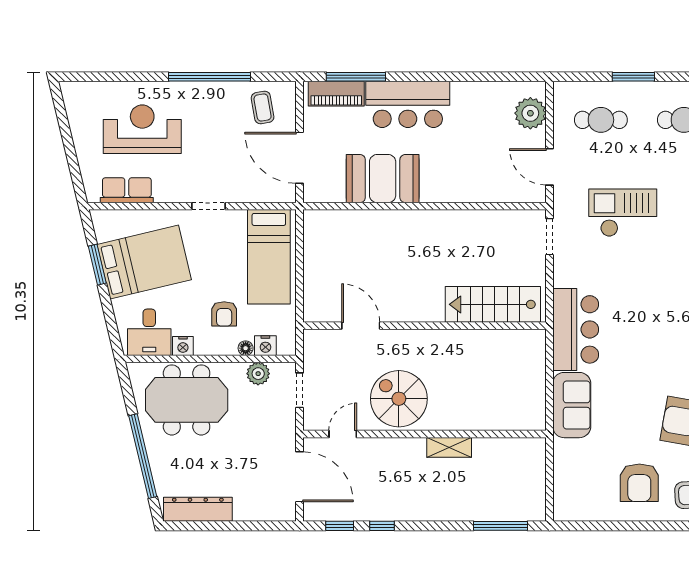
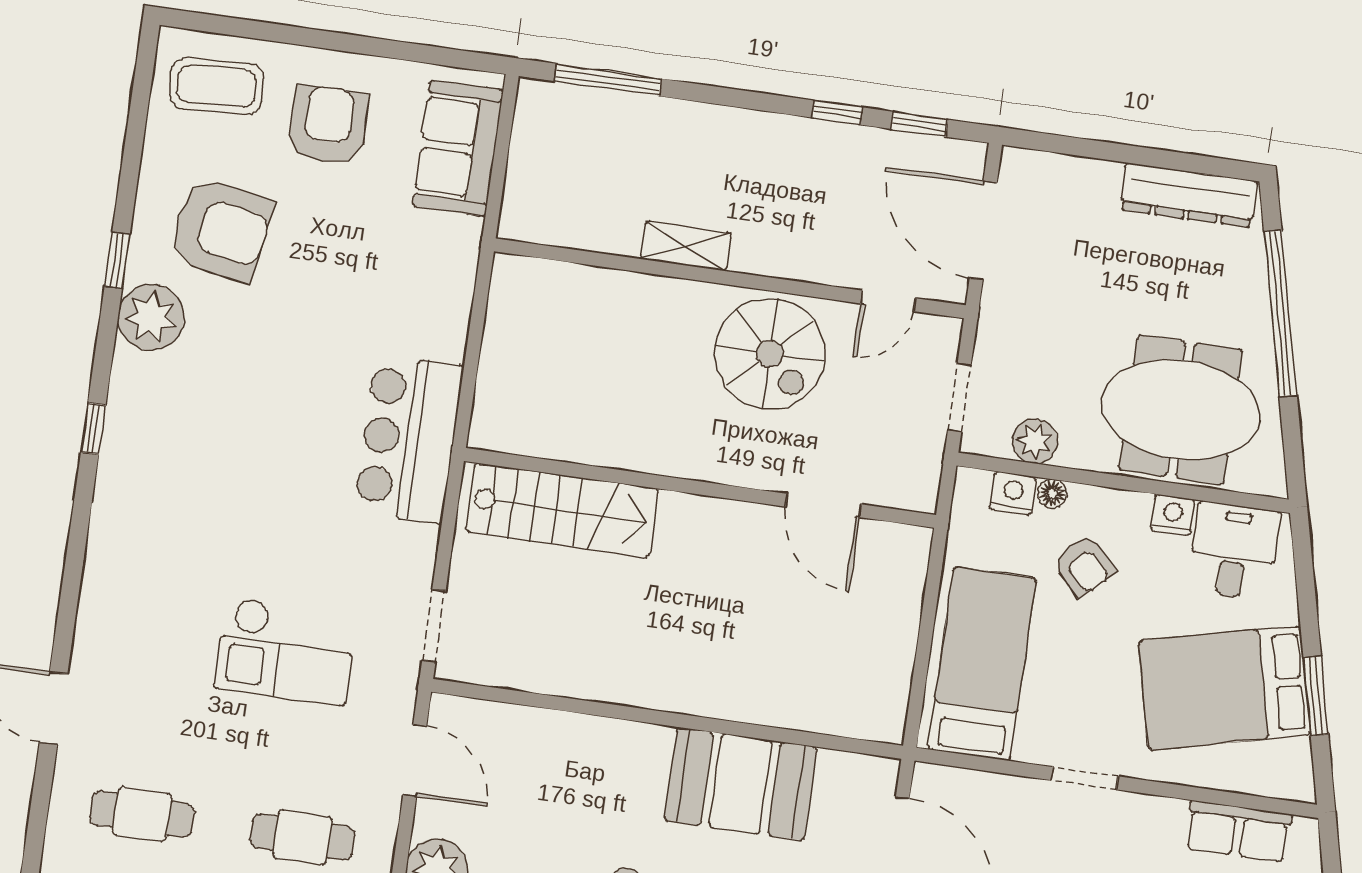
armchair: (224, 314) -> (1084, 566), turned 136
sofa: (572, 405) -> (458, 148), moved

